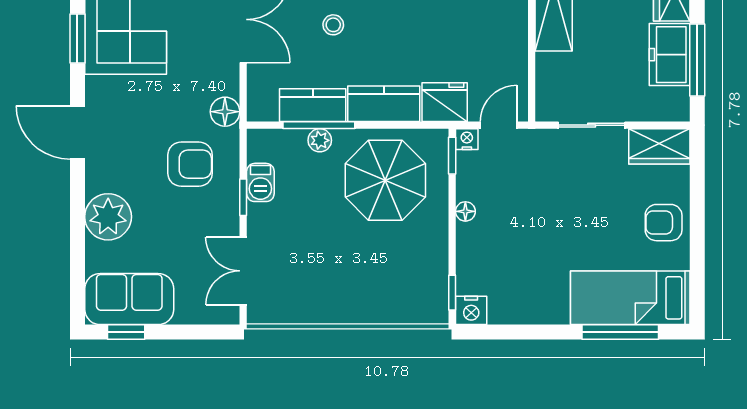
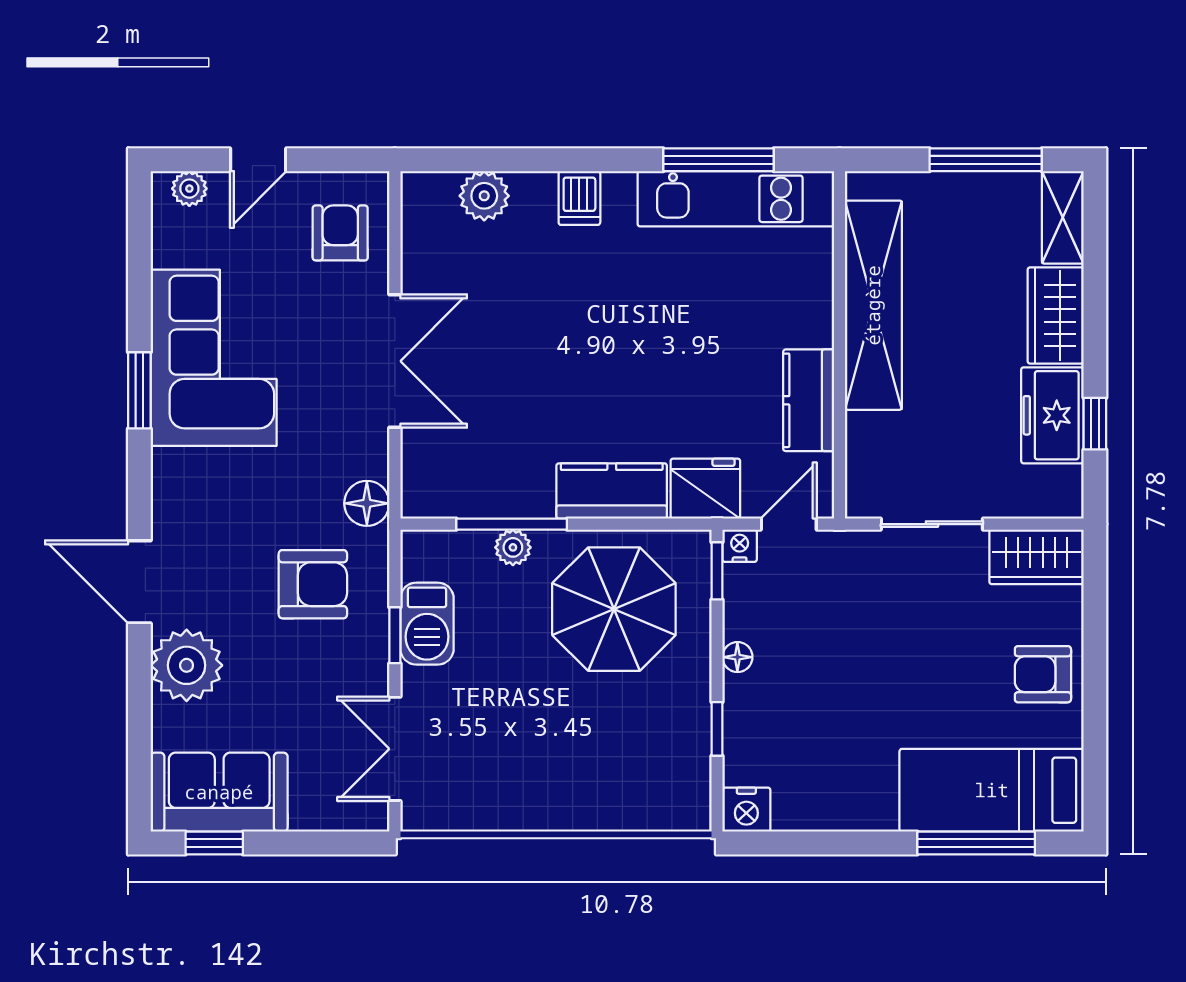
stool: (333, 25) -> (534, 369), removed
window: (697, 60) -> (1095, 424), width x0.46
kitchen counter: (313, 105) -> (809, 400), moved, turned -90
door: (77, 132) -> (139, 582), moved
barbecue: (260, 182) -> (427, 624), width x1.38, depth x1.27
window: (452, 293) -> (717, 729), moved

